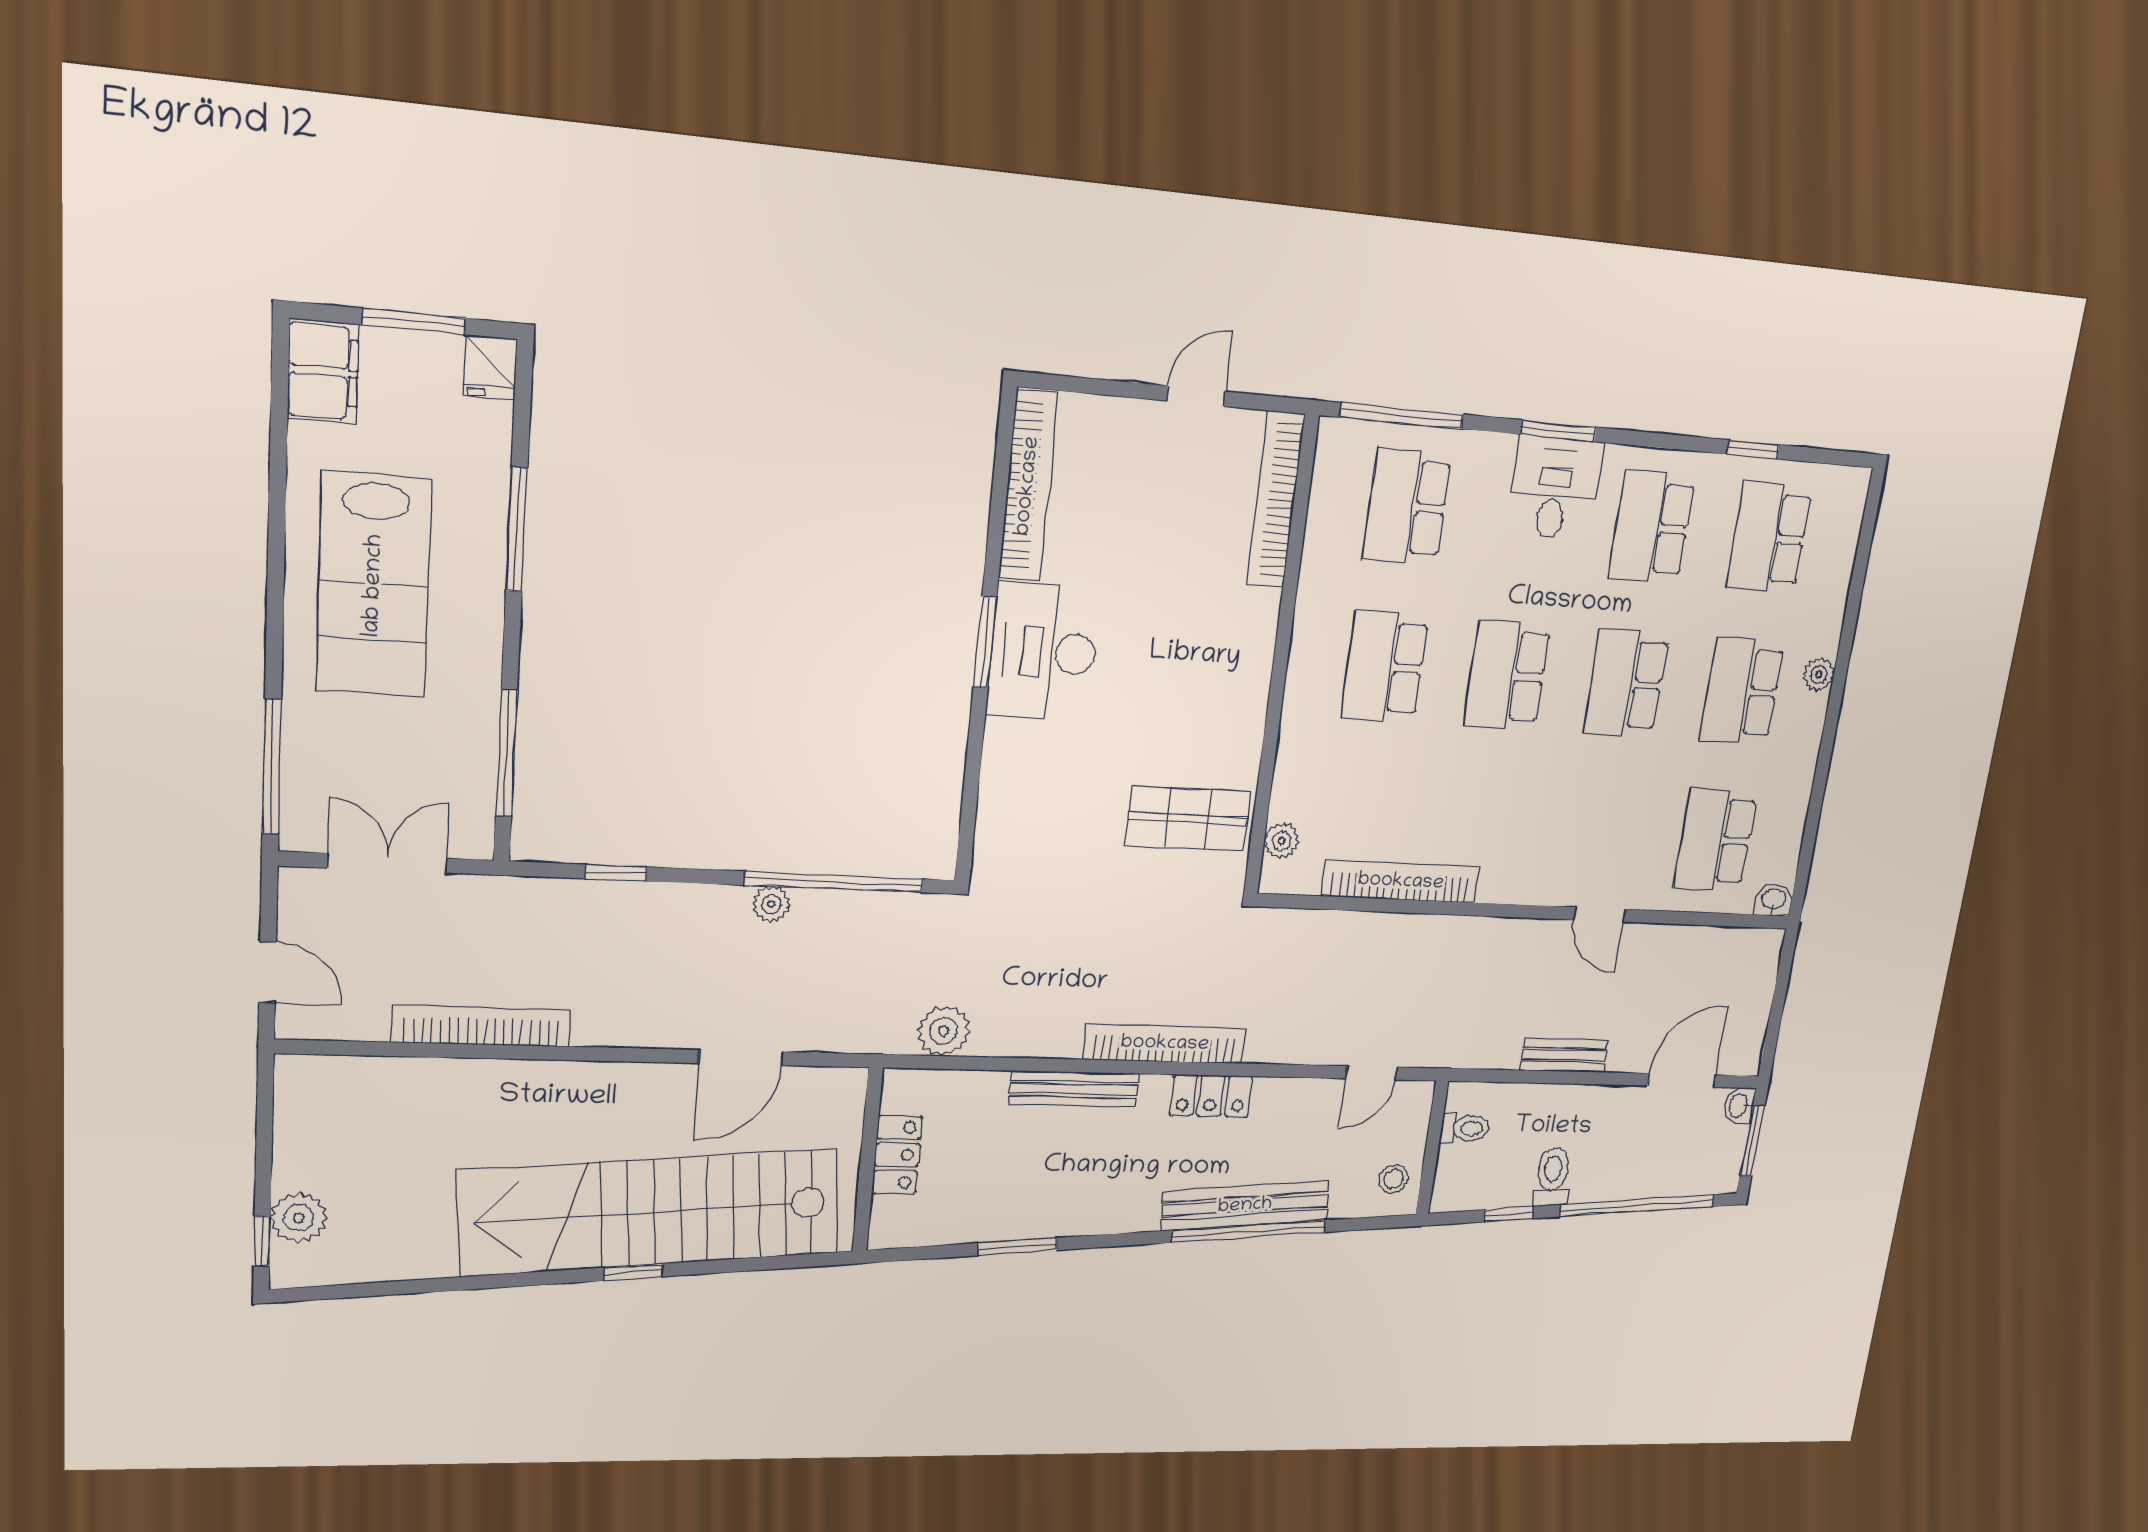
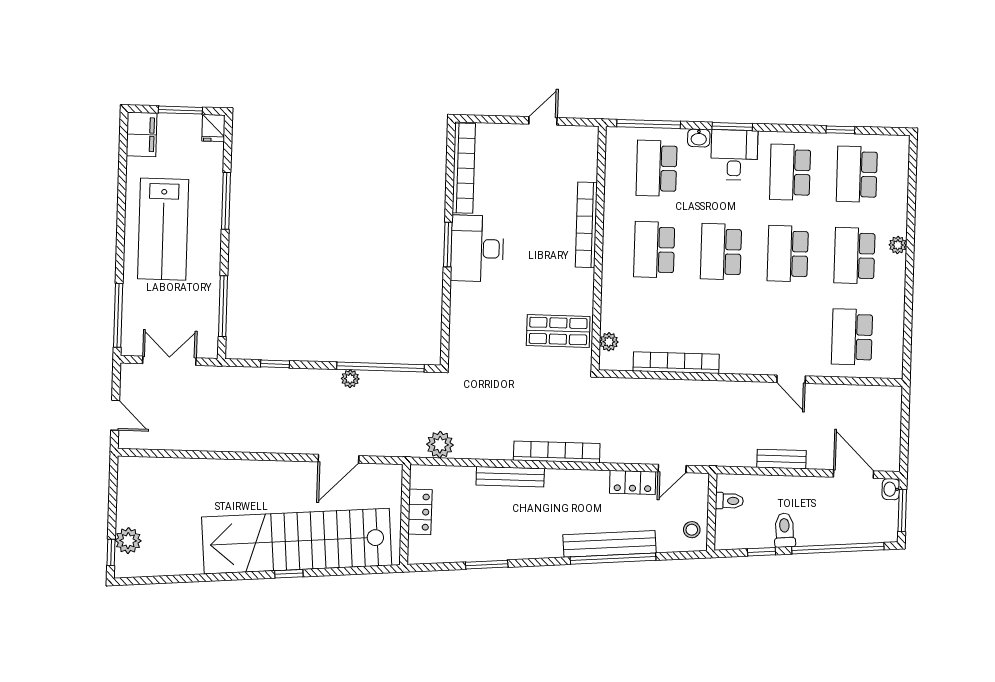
bookcase: (1275, 500) -> (586, 225), moved
washbasin: (1773, 900) -> (699, 138), moved, turned 180
bookcase: (481, 1026) -> (213, 442), removed
door: (1682, 1080) -> (853, 474), hinge flipped
locker: (1211, 1096) -> (633, 482), moved

